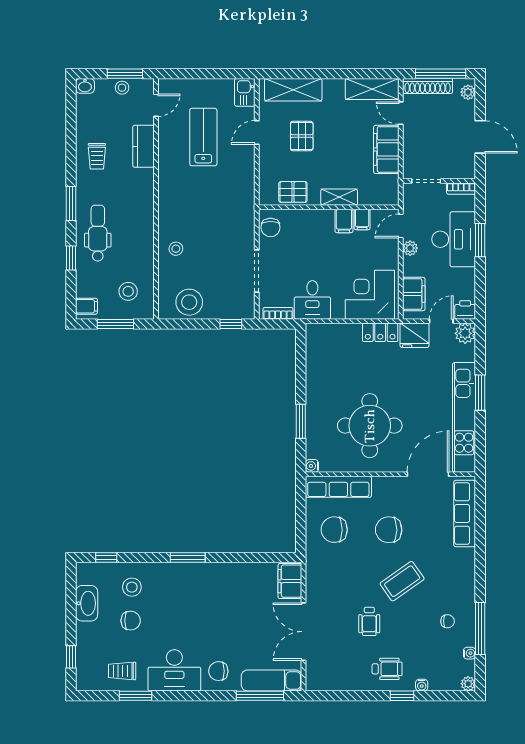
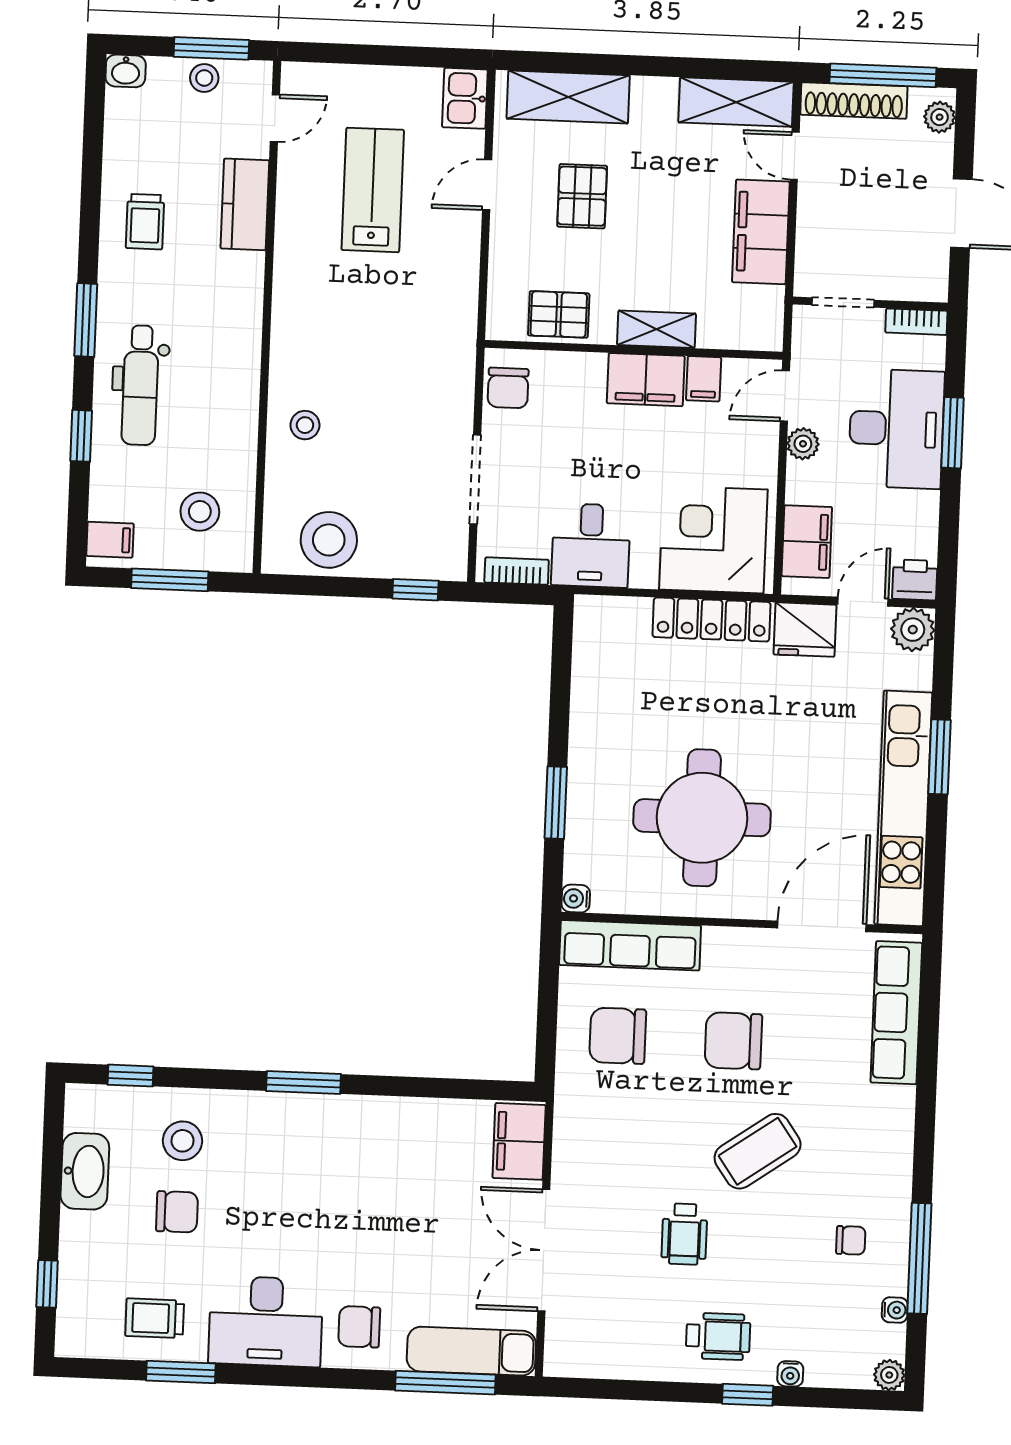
filing cabinet: (344, 221) -> (646, 380), width x2.00
dental chair: (98, 233) -> (140, 385), turned 180
locker: (380, 332) -> (711, 620), width x1.53

